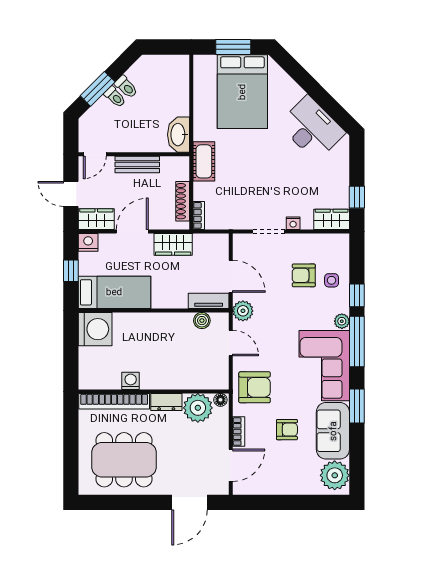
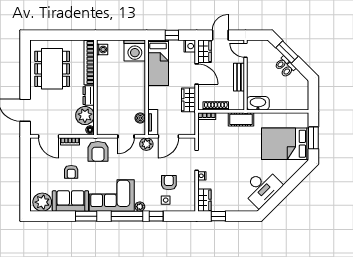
washing machine: (131, 381) -> (102, 50), moved

